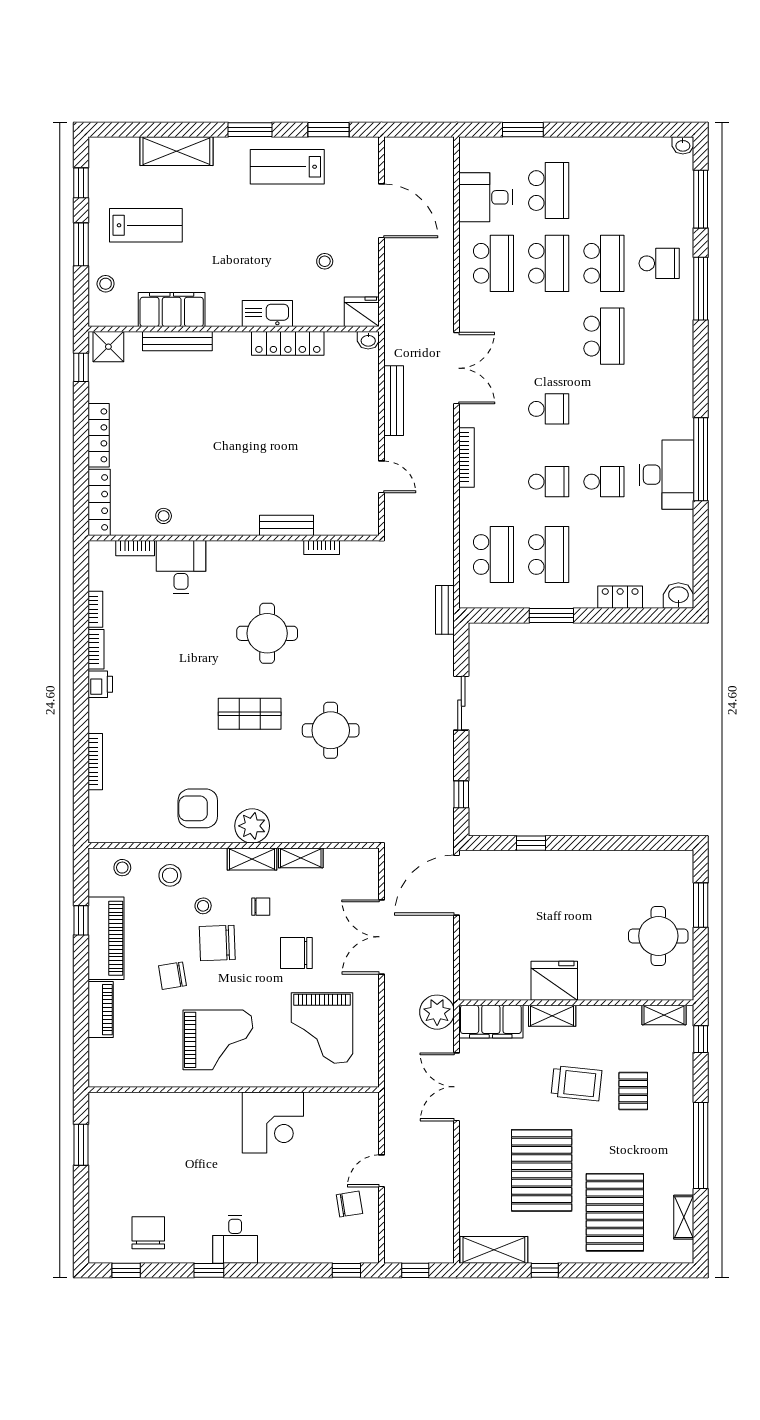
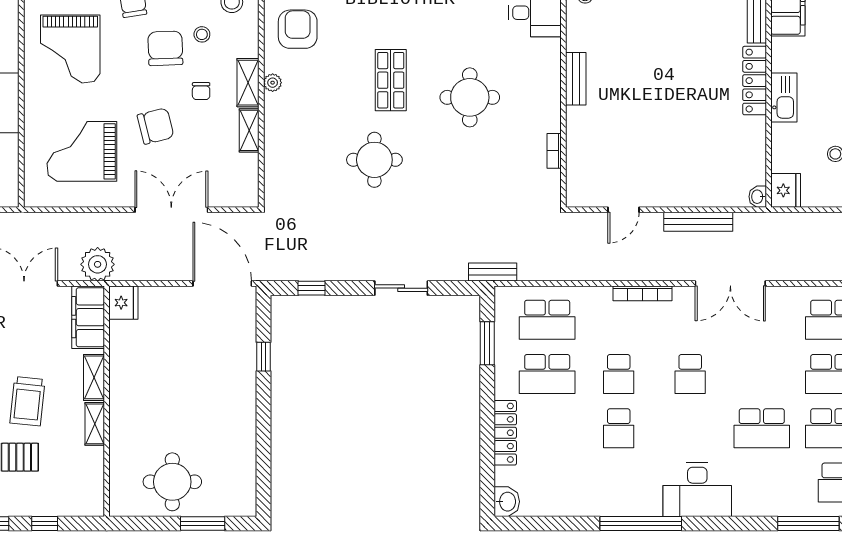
locker: (288, 343) -> (755, 81), moved
desk: (666, 475) -> (697, 490), moved
bench: (286, 525) -> (576, 79), moved
locker: (620, 597) -> (505, 433), width x1.53
window: (551, 615) -> (487, 343), moved
plant: (252, 826) -> (273, 83), width x0.53, depth x0.53
chair: (296, 953) -> (156, 126), turned 76
fridge: (554, 981) -> (123, 303), moved, width x0.73, depth x0.75
shelving: (664, 1015) -> (95, 424), moved
window: (701, 1039) -> (45, 523), moved

